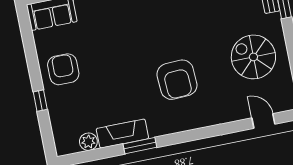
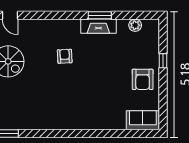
armchair: (177, 80) -> (65, 56), width x0.53, depth x0.53
fireplace: (122, 134) -> (98, 26), moved

